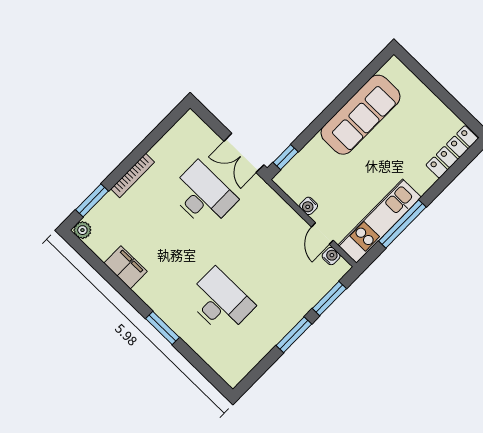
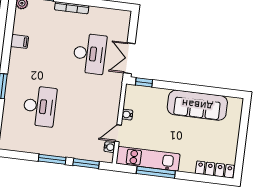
filing cabinet: (126, 267) -> (20, 41), width x0.50

